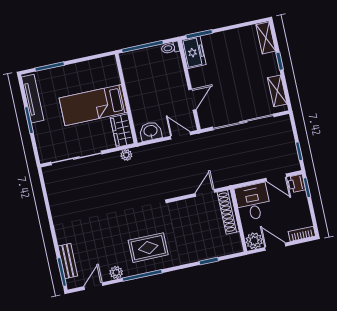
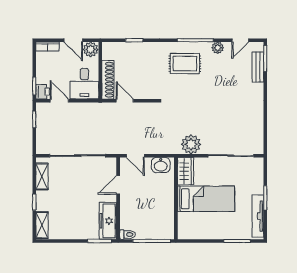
freezer: (194, 52) -> (108, 221), width x1.40
plant: (126, 155) -> (191, 144), width x1.88, depth x1.88
door: (205, 193) -> (125, 101), swing flipped

